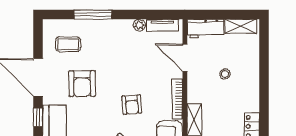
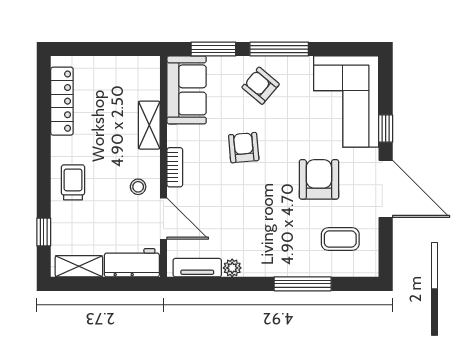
window: (264, 49) -> (44, 232), added
stool: (225, 74) -> (138, 187), moved
trolley: (245, 82) -> (73, 182), added
bookcase: (177, 99) -> (175, 167), width x0.64

